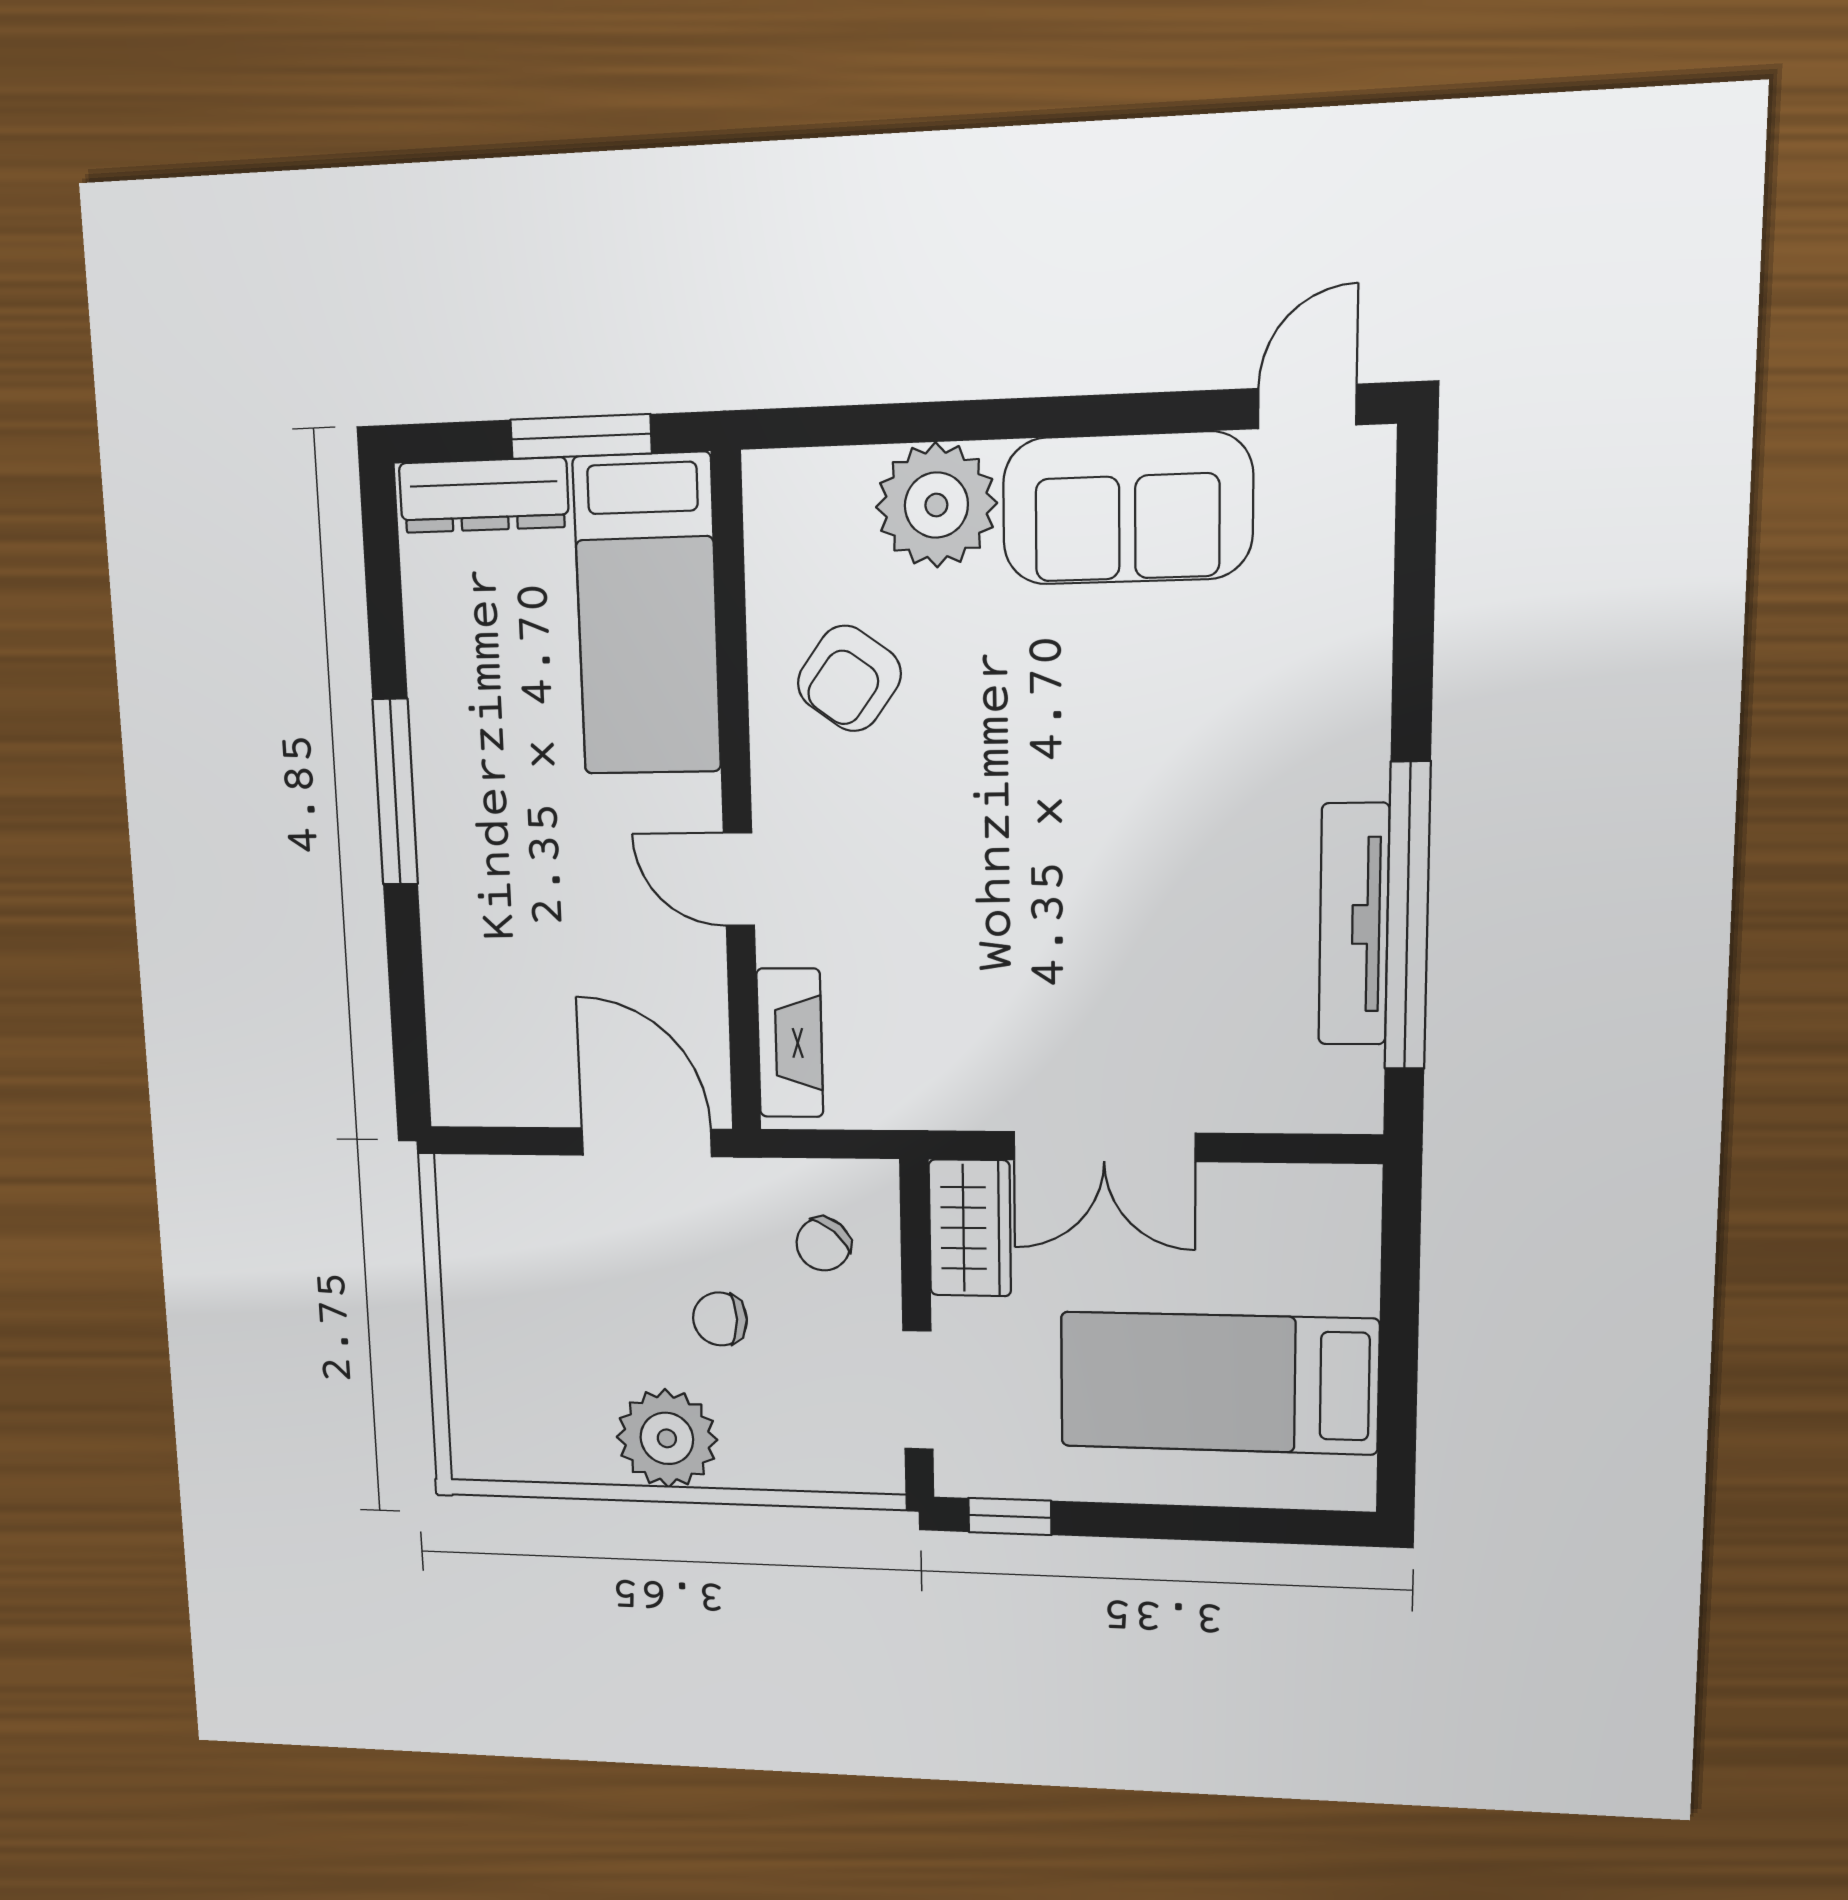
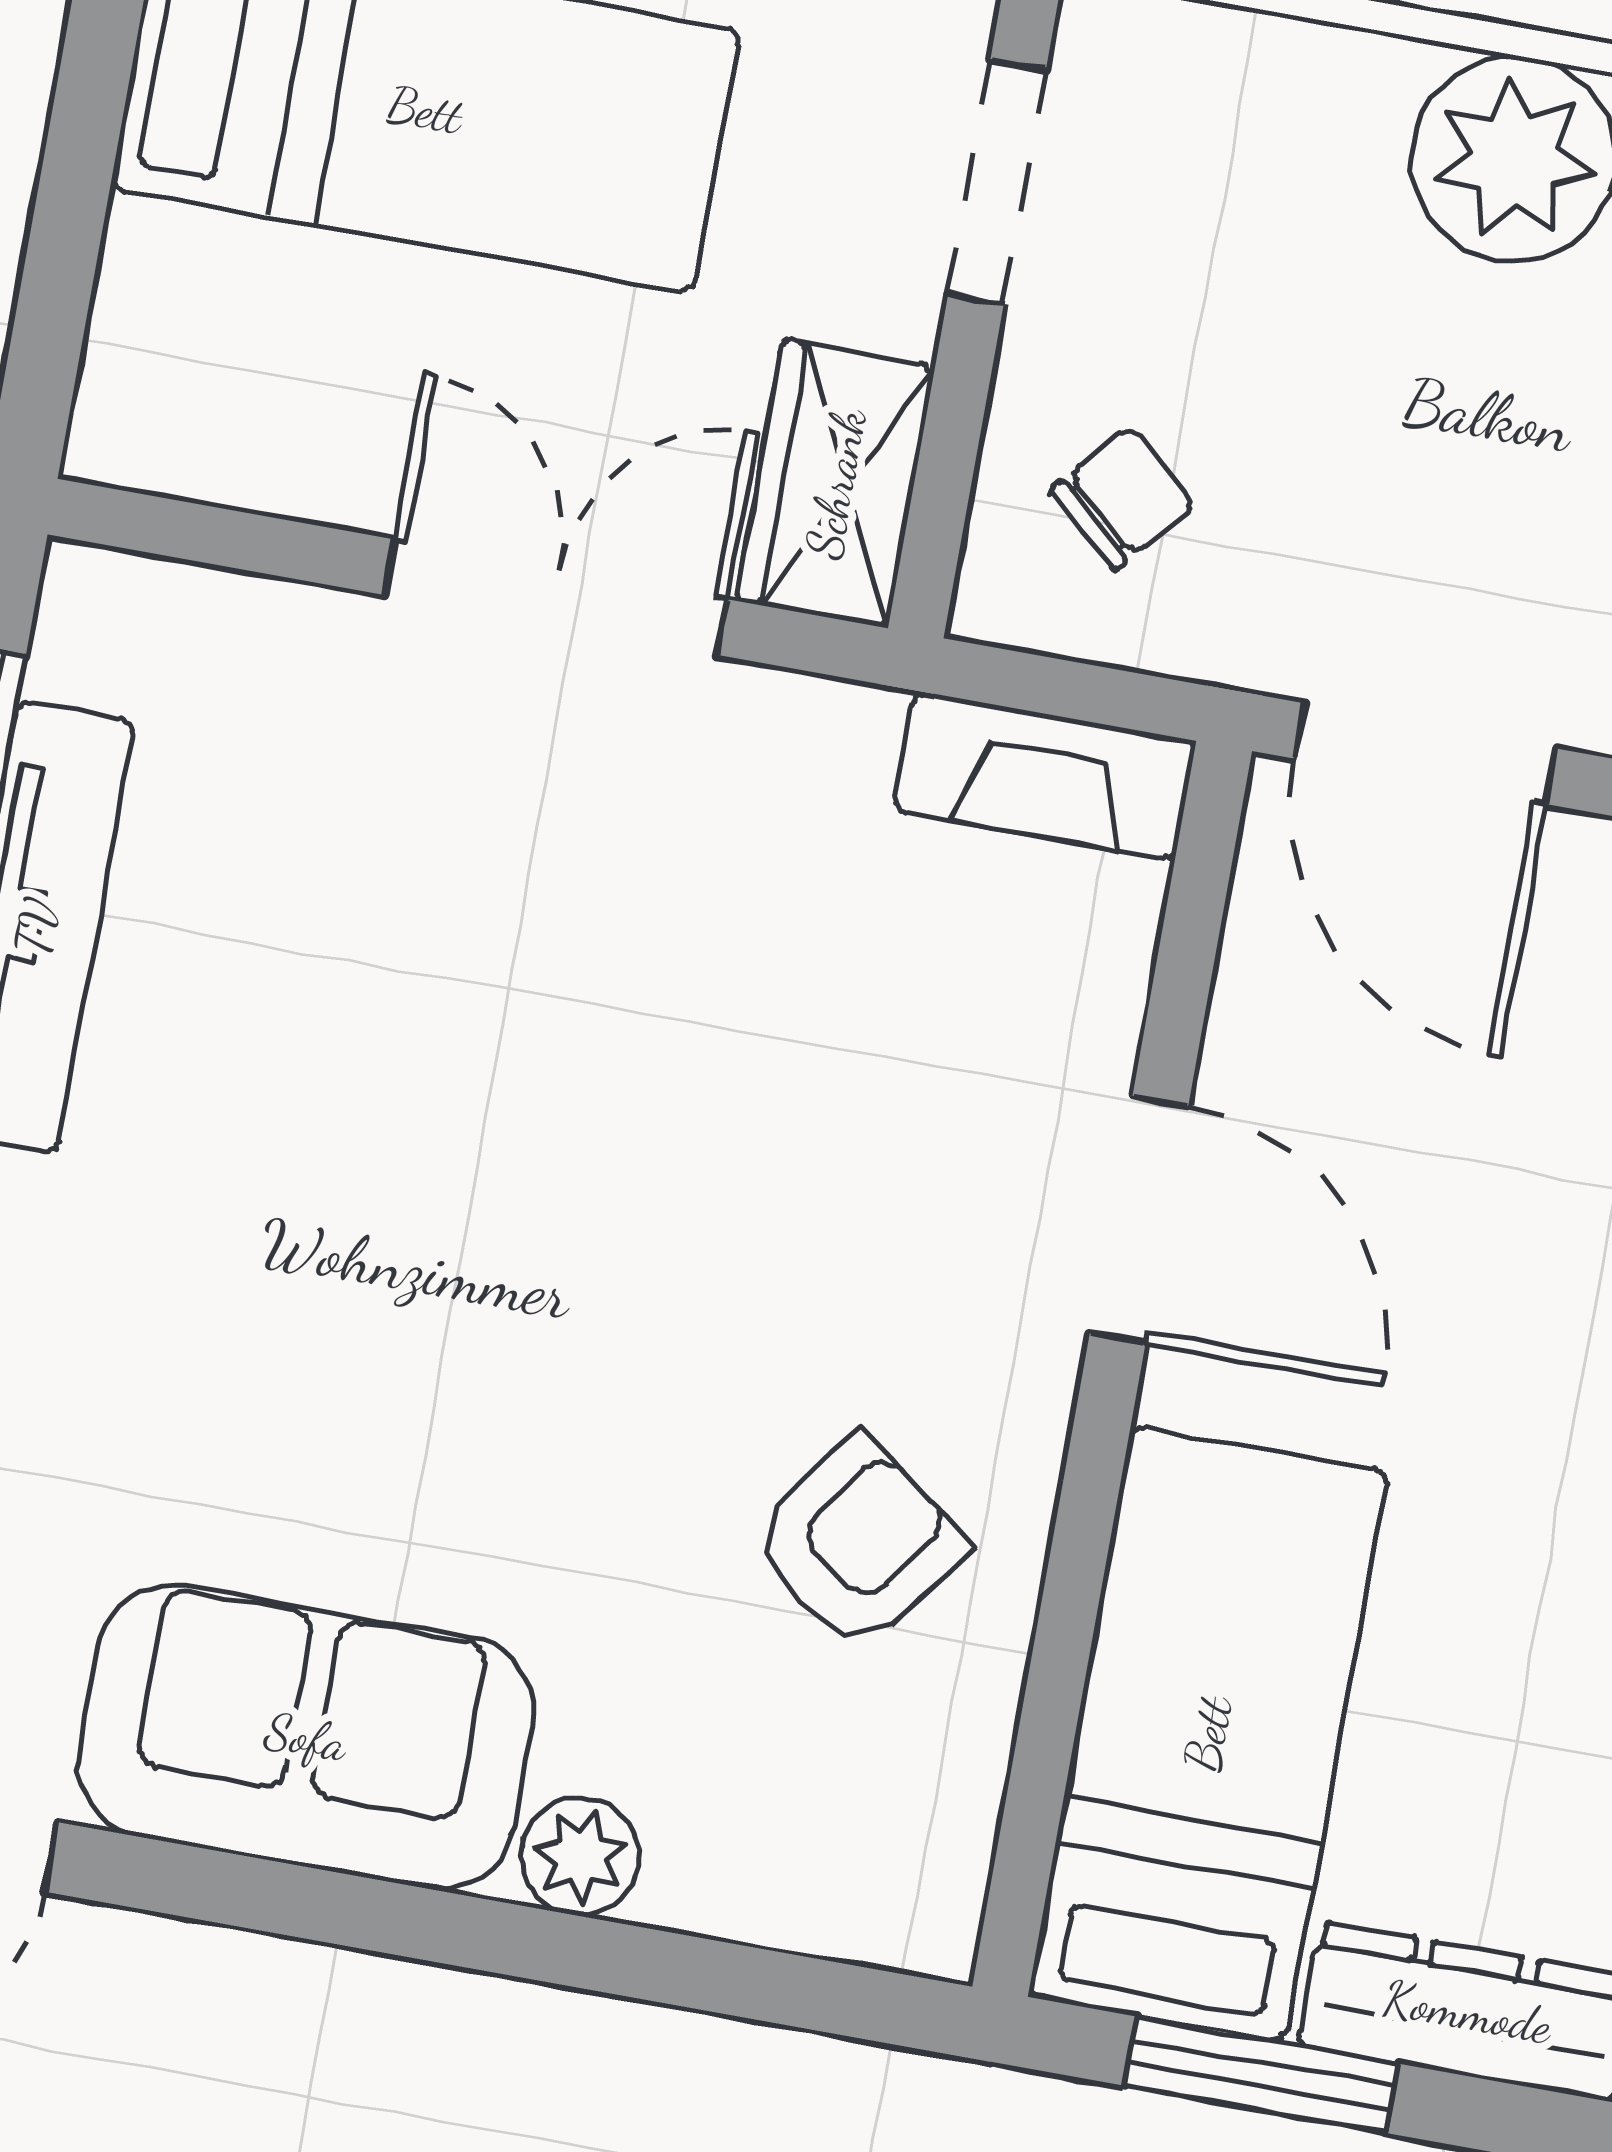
plant: (936, 505) -> (580, 1857), width x0.53, depth x0.53
door: (739, 879) -> (1139, 1220), width x1.38
fireplace: (790, 1043) -> (1045, 776), moved, turned -90
chair: (720, 1319) -> (1355, 383), removed

